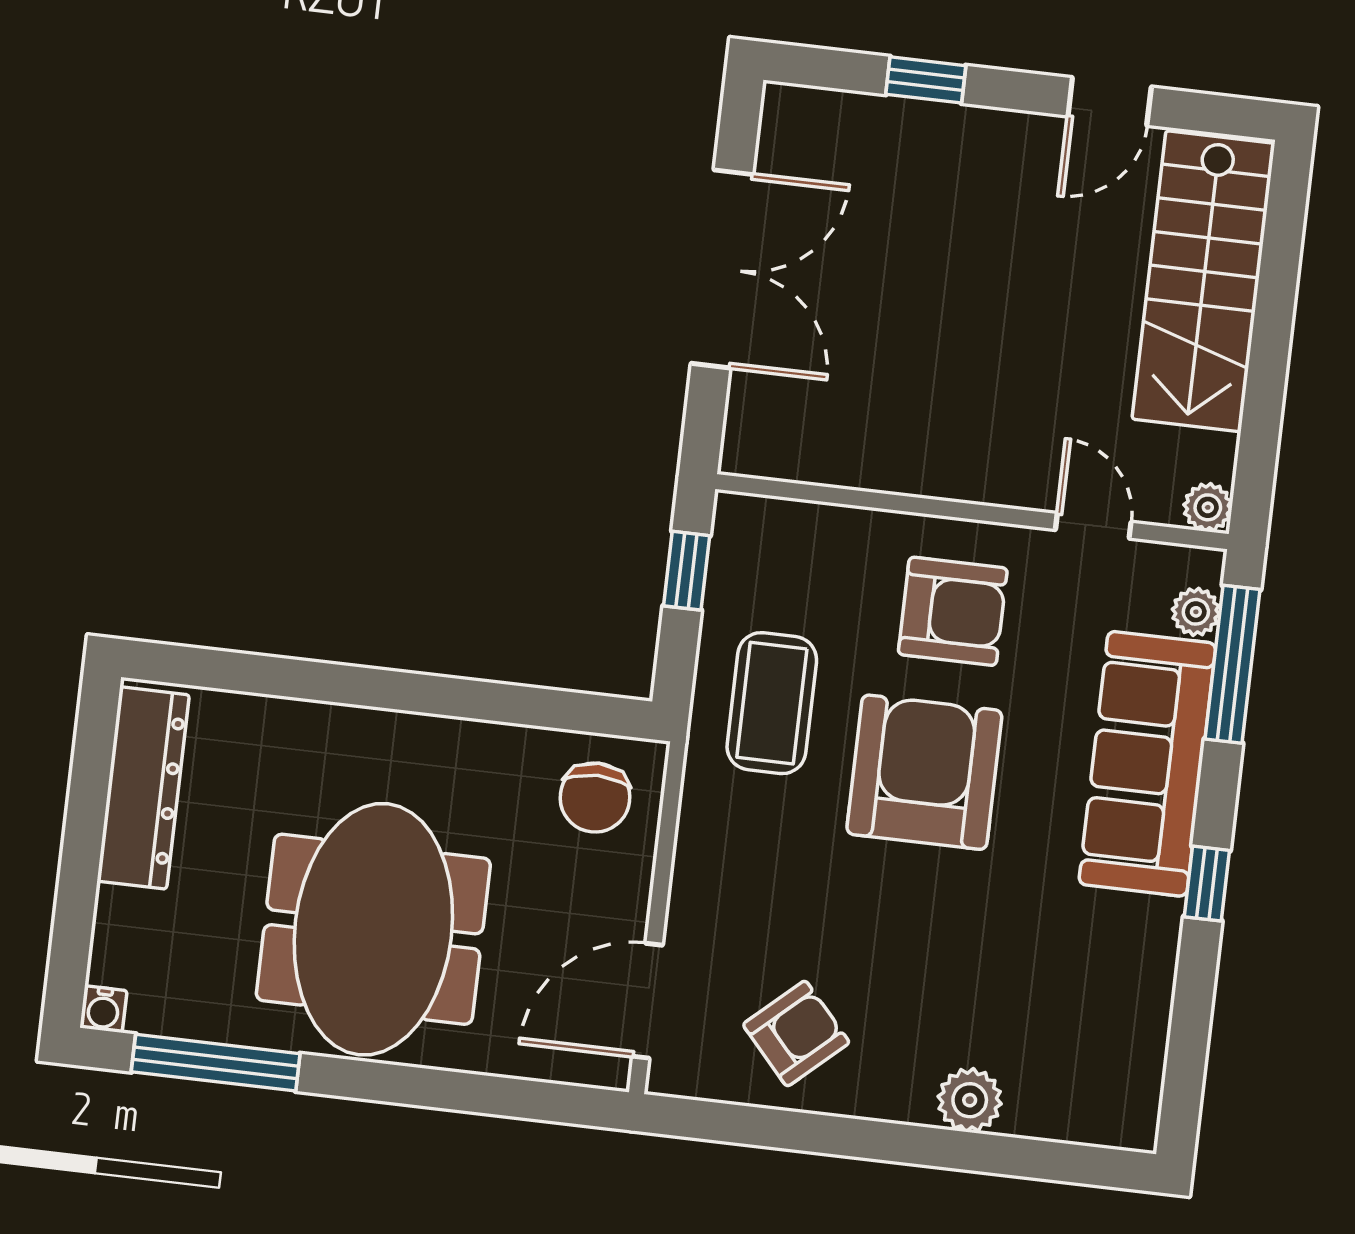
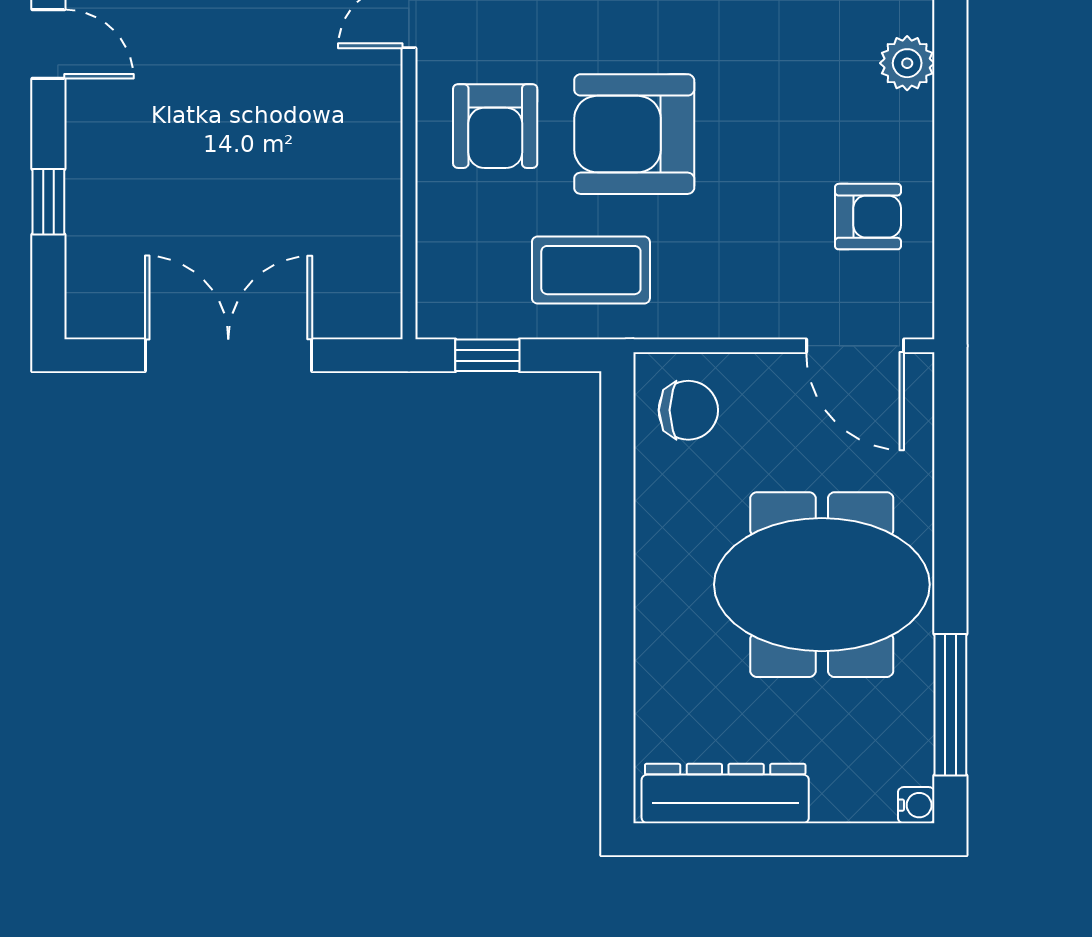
armchair: (953, 611) -> (495, 126), turned 180
armchair: (796, 1033) -> (868, 217), turned 132

